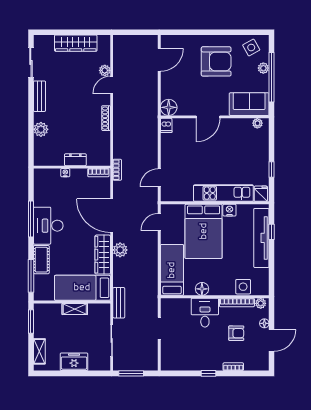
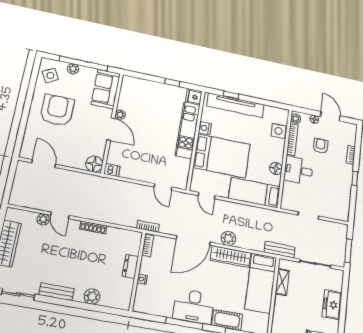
plant: (257, 123) -> (120, 115), moved
shelving: (75, 309) -> (282, 282), moved

